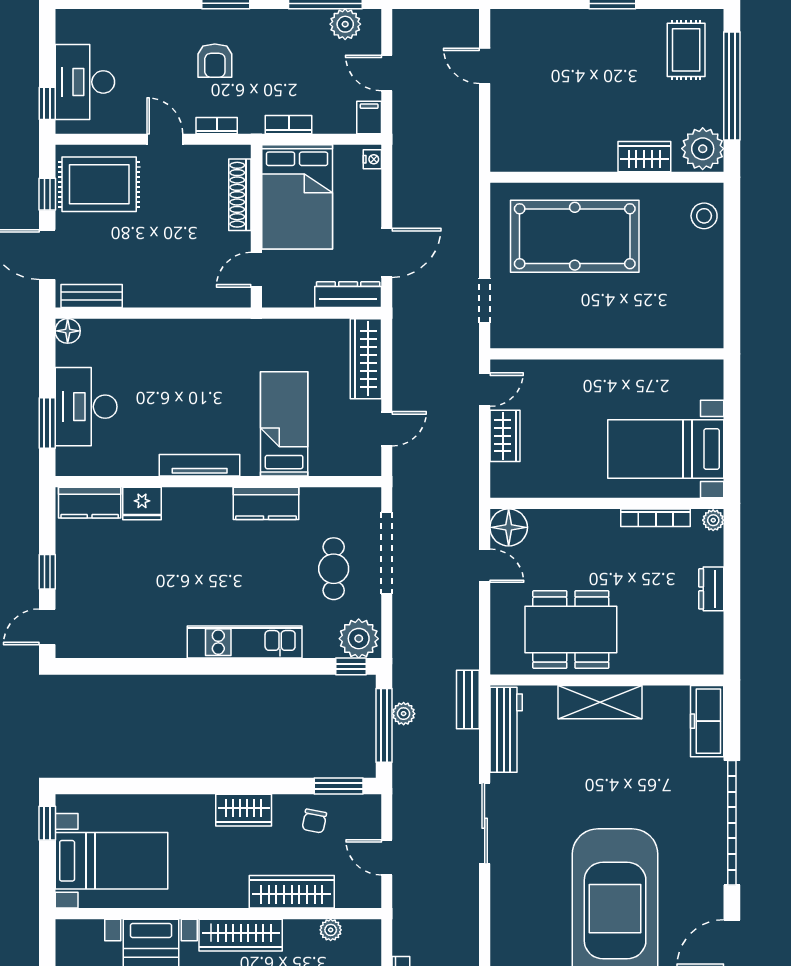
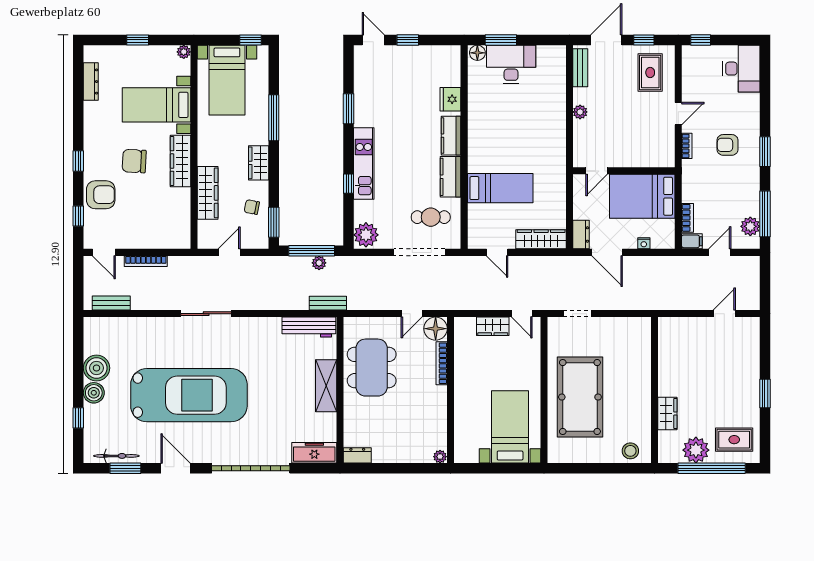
desk: (85, 82) -> (741, 69), moved, turned 90
bookcase: (289, 125) -> (687, 218), moved
plant: (703, 149) -> (696, 450), moved
nightstand: (372, 159) -> (644, 243), moved
rug: (99, 184) -> (650, 73), width x0.73, depth x0.70
shoe rack: (240, 195) -> (644, 160), removed
pool table: (575, 236) -> (580, 397), moved
door: (256, 270) -> (597, 171), swing flipped
dresser: (348, 295) -> (581, 235), width x0.70
plant: (162, 296) -> (580, 112), added
floor lamp: (68, 331) -> (477, 53), moved
bed with nightstands: (666, 449) -> (510, 427), moved
tv unit: (200, 465) -> (474, 135), removed
kitchen counter: (90, 503) -> (451, 136), moved
bookcase: (656, 518) -> (442, 363), moved
cafe table: (334, 569) -> (431, 217), moved
dresser: (711, 589) -> (357, 455), moved
window: (157, 666) -> (349, 109), added
window: (351, 666) -> (349, 184), moved
window: (171, 786) -> (274, 118), added
sliding door: (485, 823) -> (206, 314), moved
plant: (331, 930) -> (184, 52), moved

